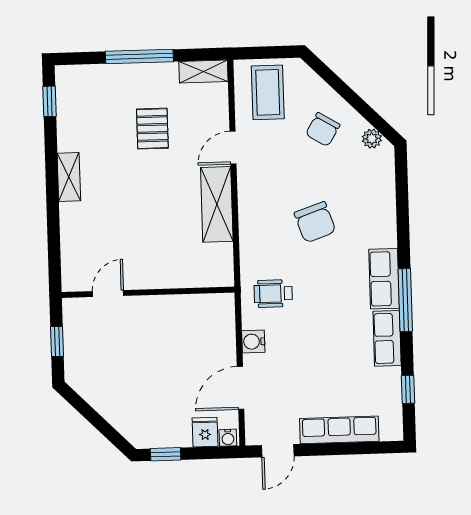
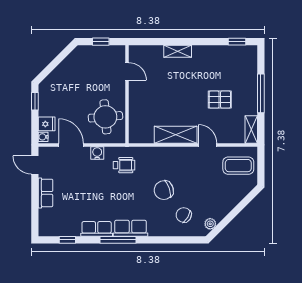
chair: (323, 130) -> (184, 215), moved
shelving: (69, 177) -> (178, 51), moved
wheelchair: (273, 294) -> (124, 165), turned 90
round table: (189, 329) -> (105, 117), added
row of seats: (339, 430) -> (46, 193), width x0.68

